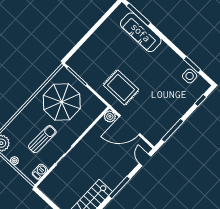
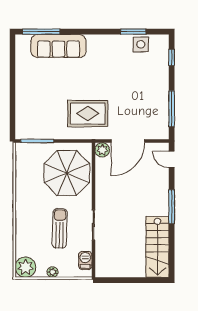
parasol: (62, 102) -> (67, 173), moved

